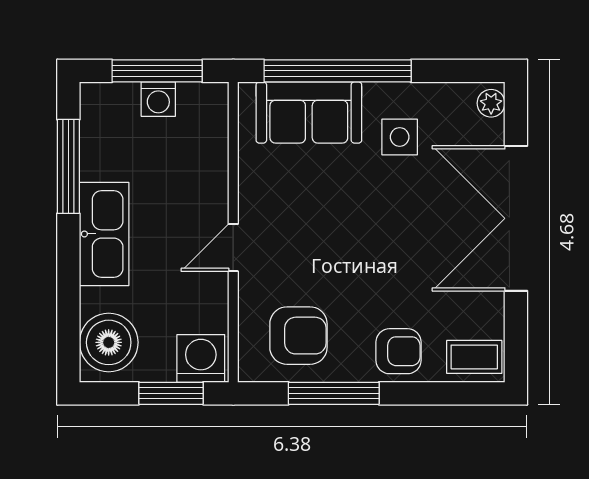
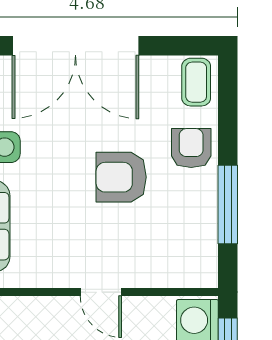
armchair: (298, 336) -> (121, 177), moved, turned -90

